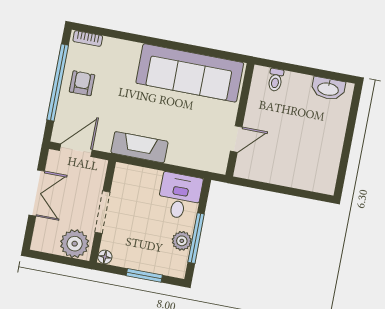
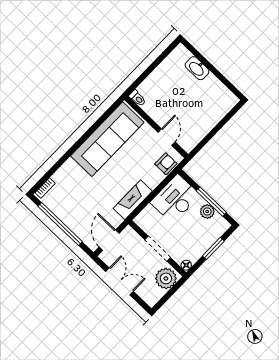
toilet: (276, 80) -> (137, 98), moved
armchair: (82, 83) -> (166, 164), moved, turned 90
washbasin: (328, 89) -> (197, 68), moved, turned 90
desk: (180, 196) -> (175, 199), width x1.37

